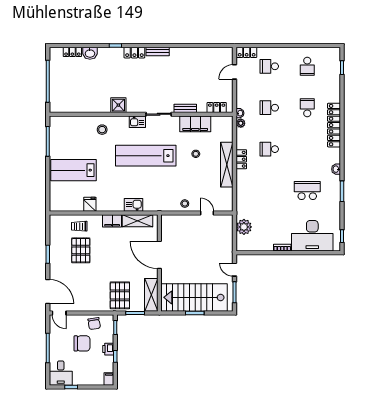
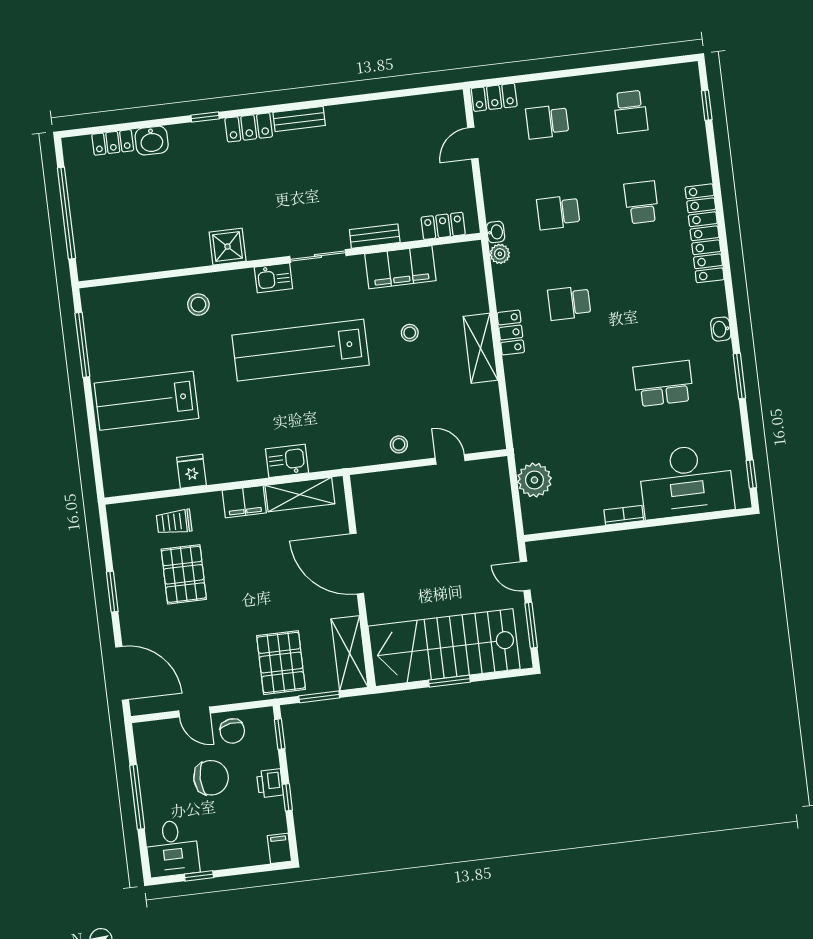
shelving: (227, 165) -> (481, 348), width x0.68
door: (59, 313) -> (194, 712), moved

